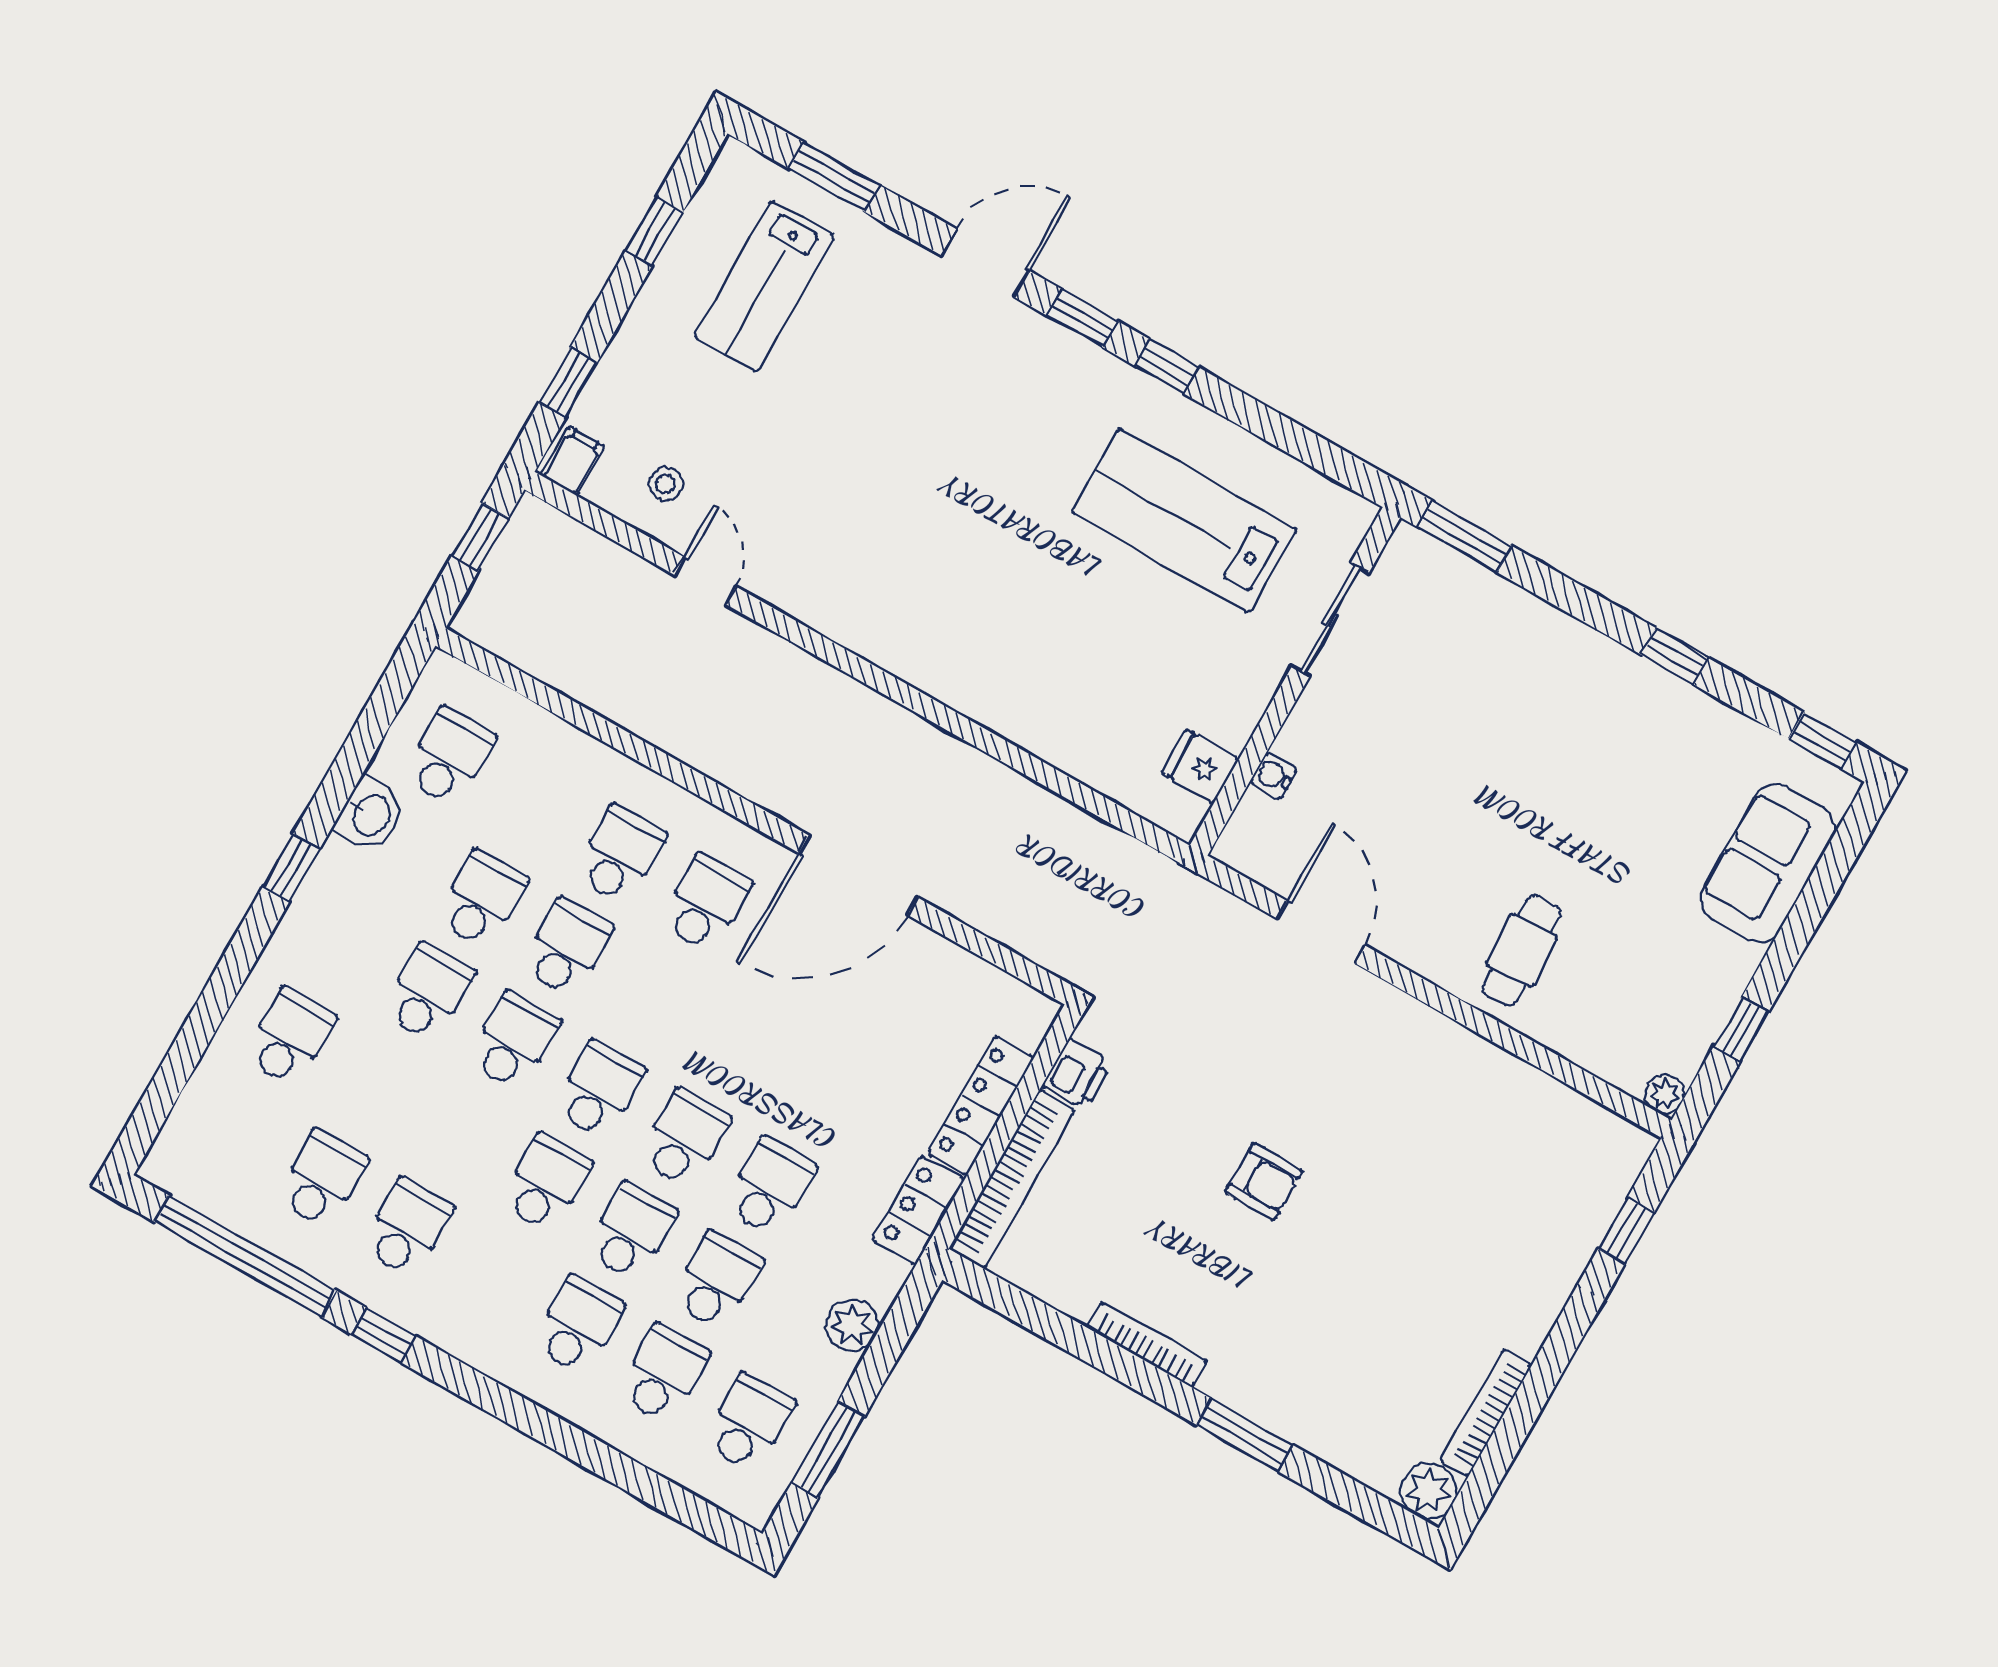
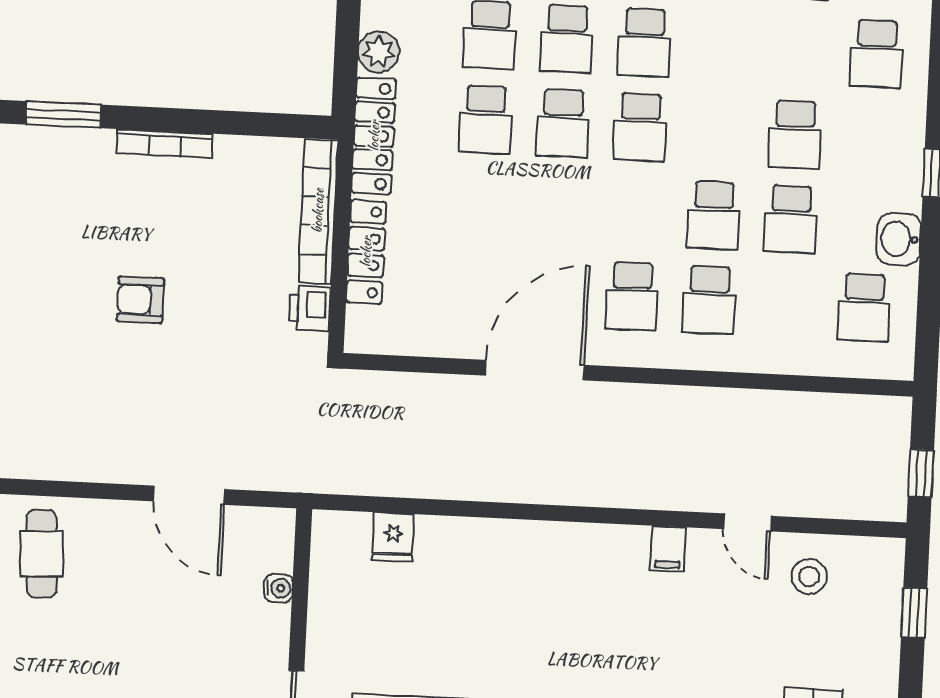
filing cabinet: (573, 461) -> (668, 549), moved
stool: (666, 484) -> (809, 577), width x1.37, depth x1.37
fridge: (1200, 766) -> (393, 537), moved, turned 90
school desk: (514, 1041) -> (718, 131), removed
locker: (919, 1210) -> (374, 136), width x1.53

